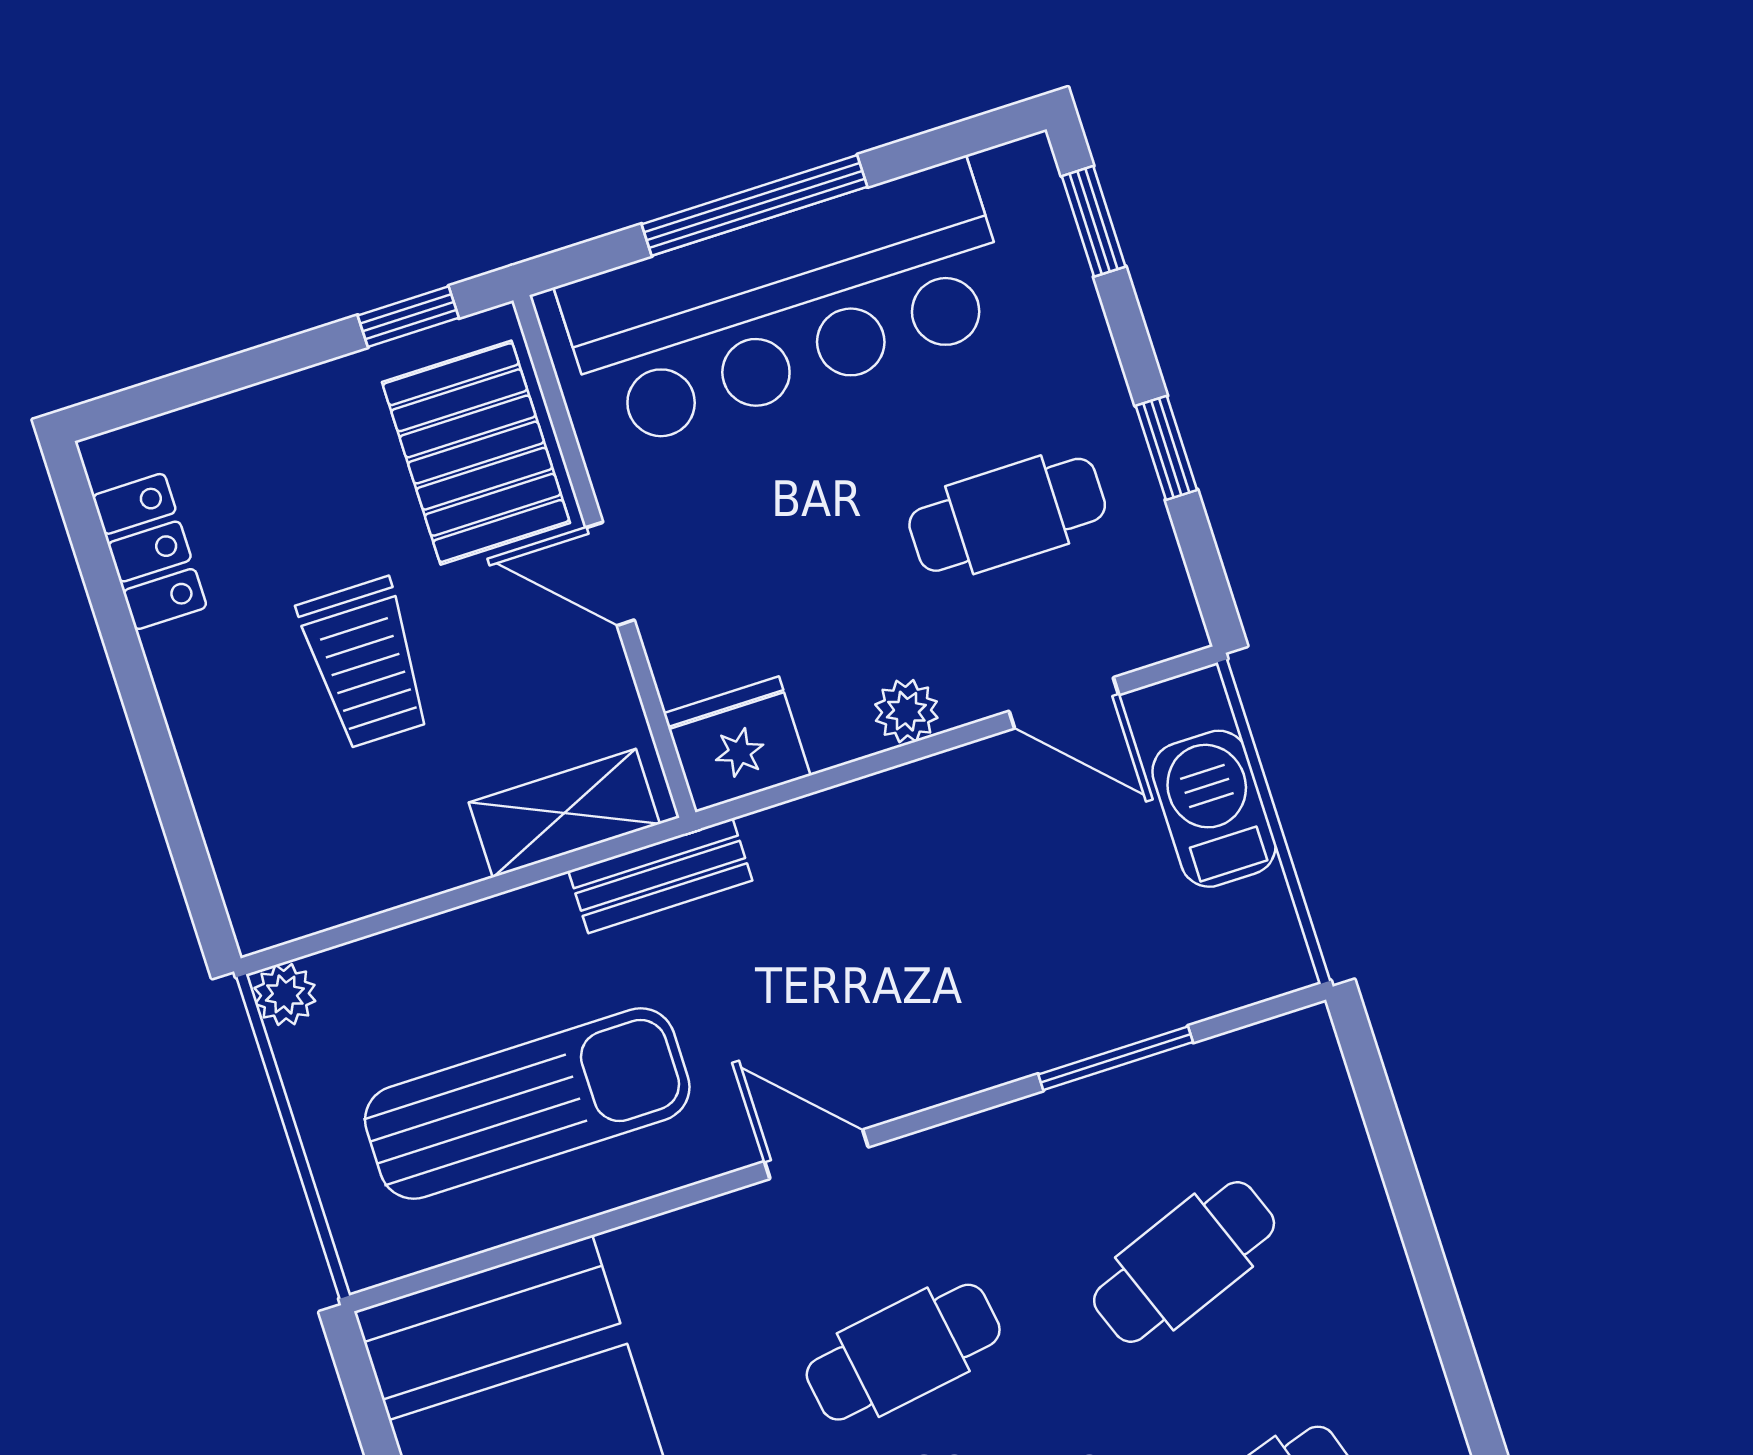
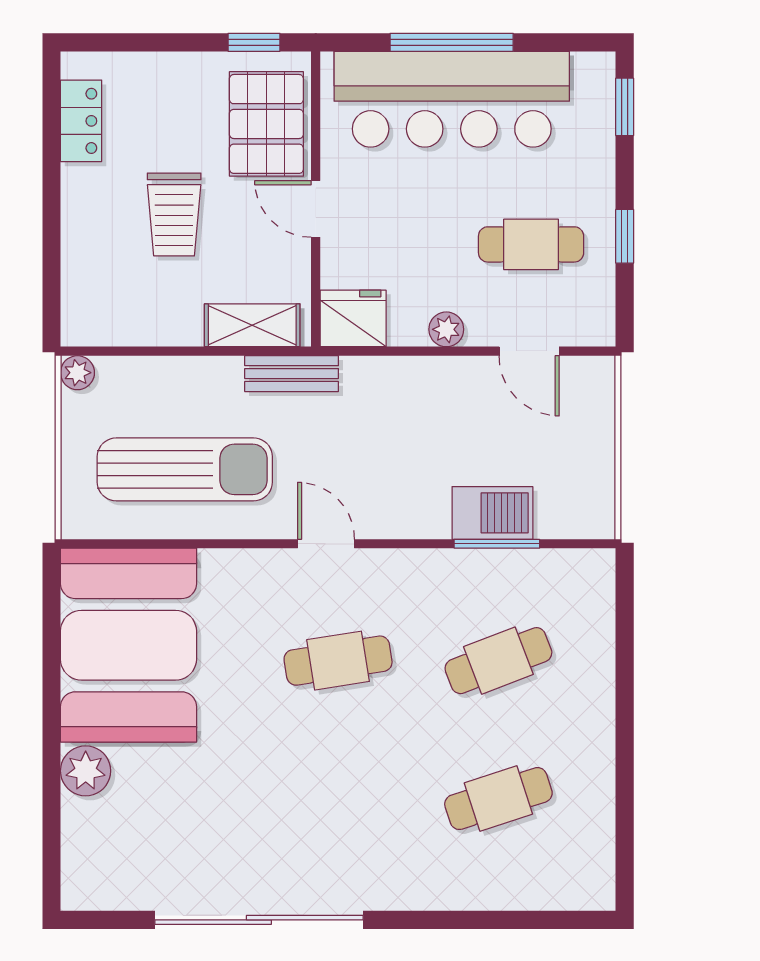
barbecue: (1214, 809) -> (492, 513), moved, turned 90

